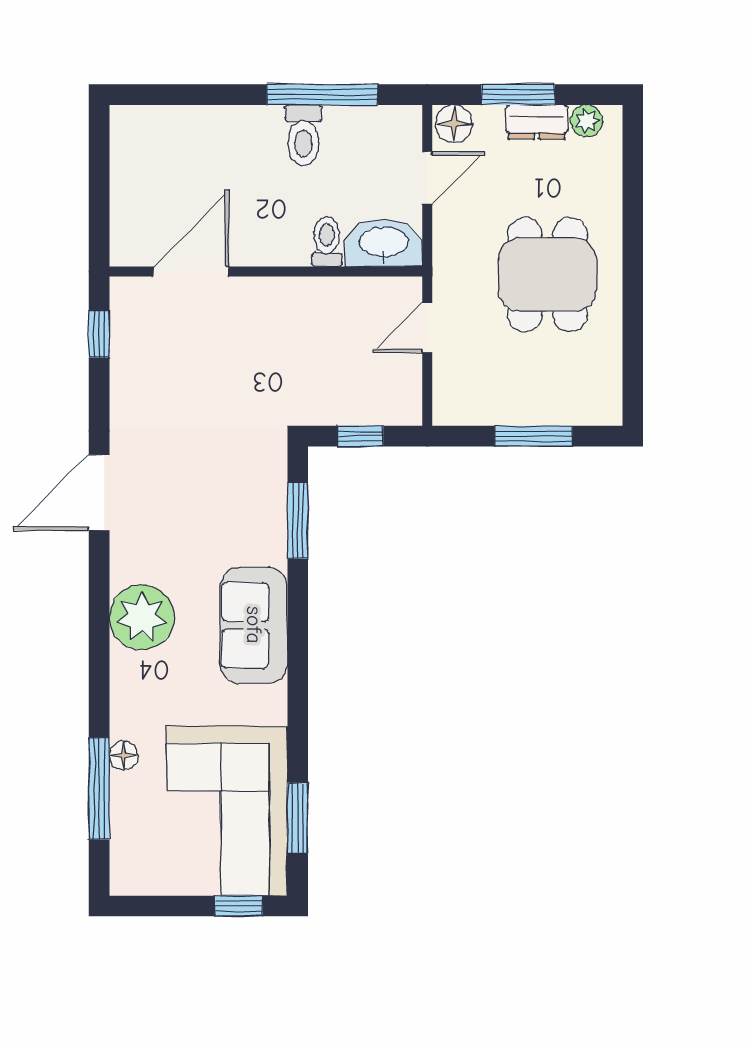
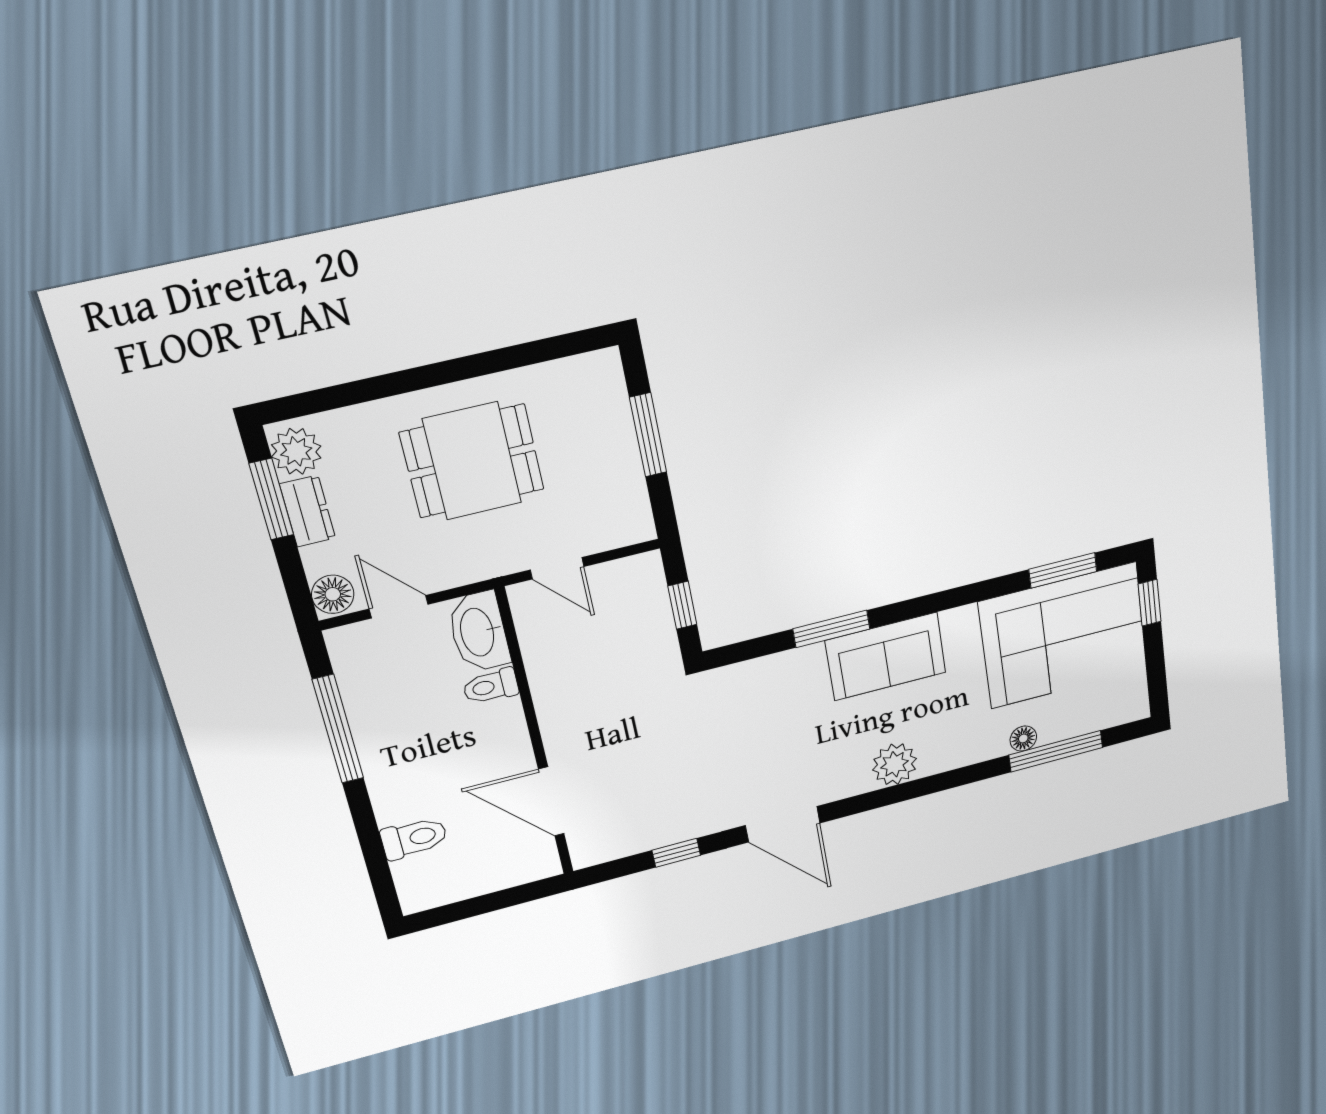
window: (518, 95) -> (271, 499), moved
plant: (587, 121) -> (296, 451), width x1.38, depth x1.38
toilet: (303, 135) -> (414, 838), moved
window: (99, 334) -> (676, 853), moved
window: (298, 521) -> (831, 629), moved
plant: (142, 617) -> (895, 764), width x0.73, depth x0.73

